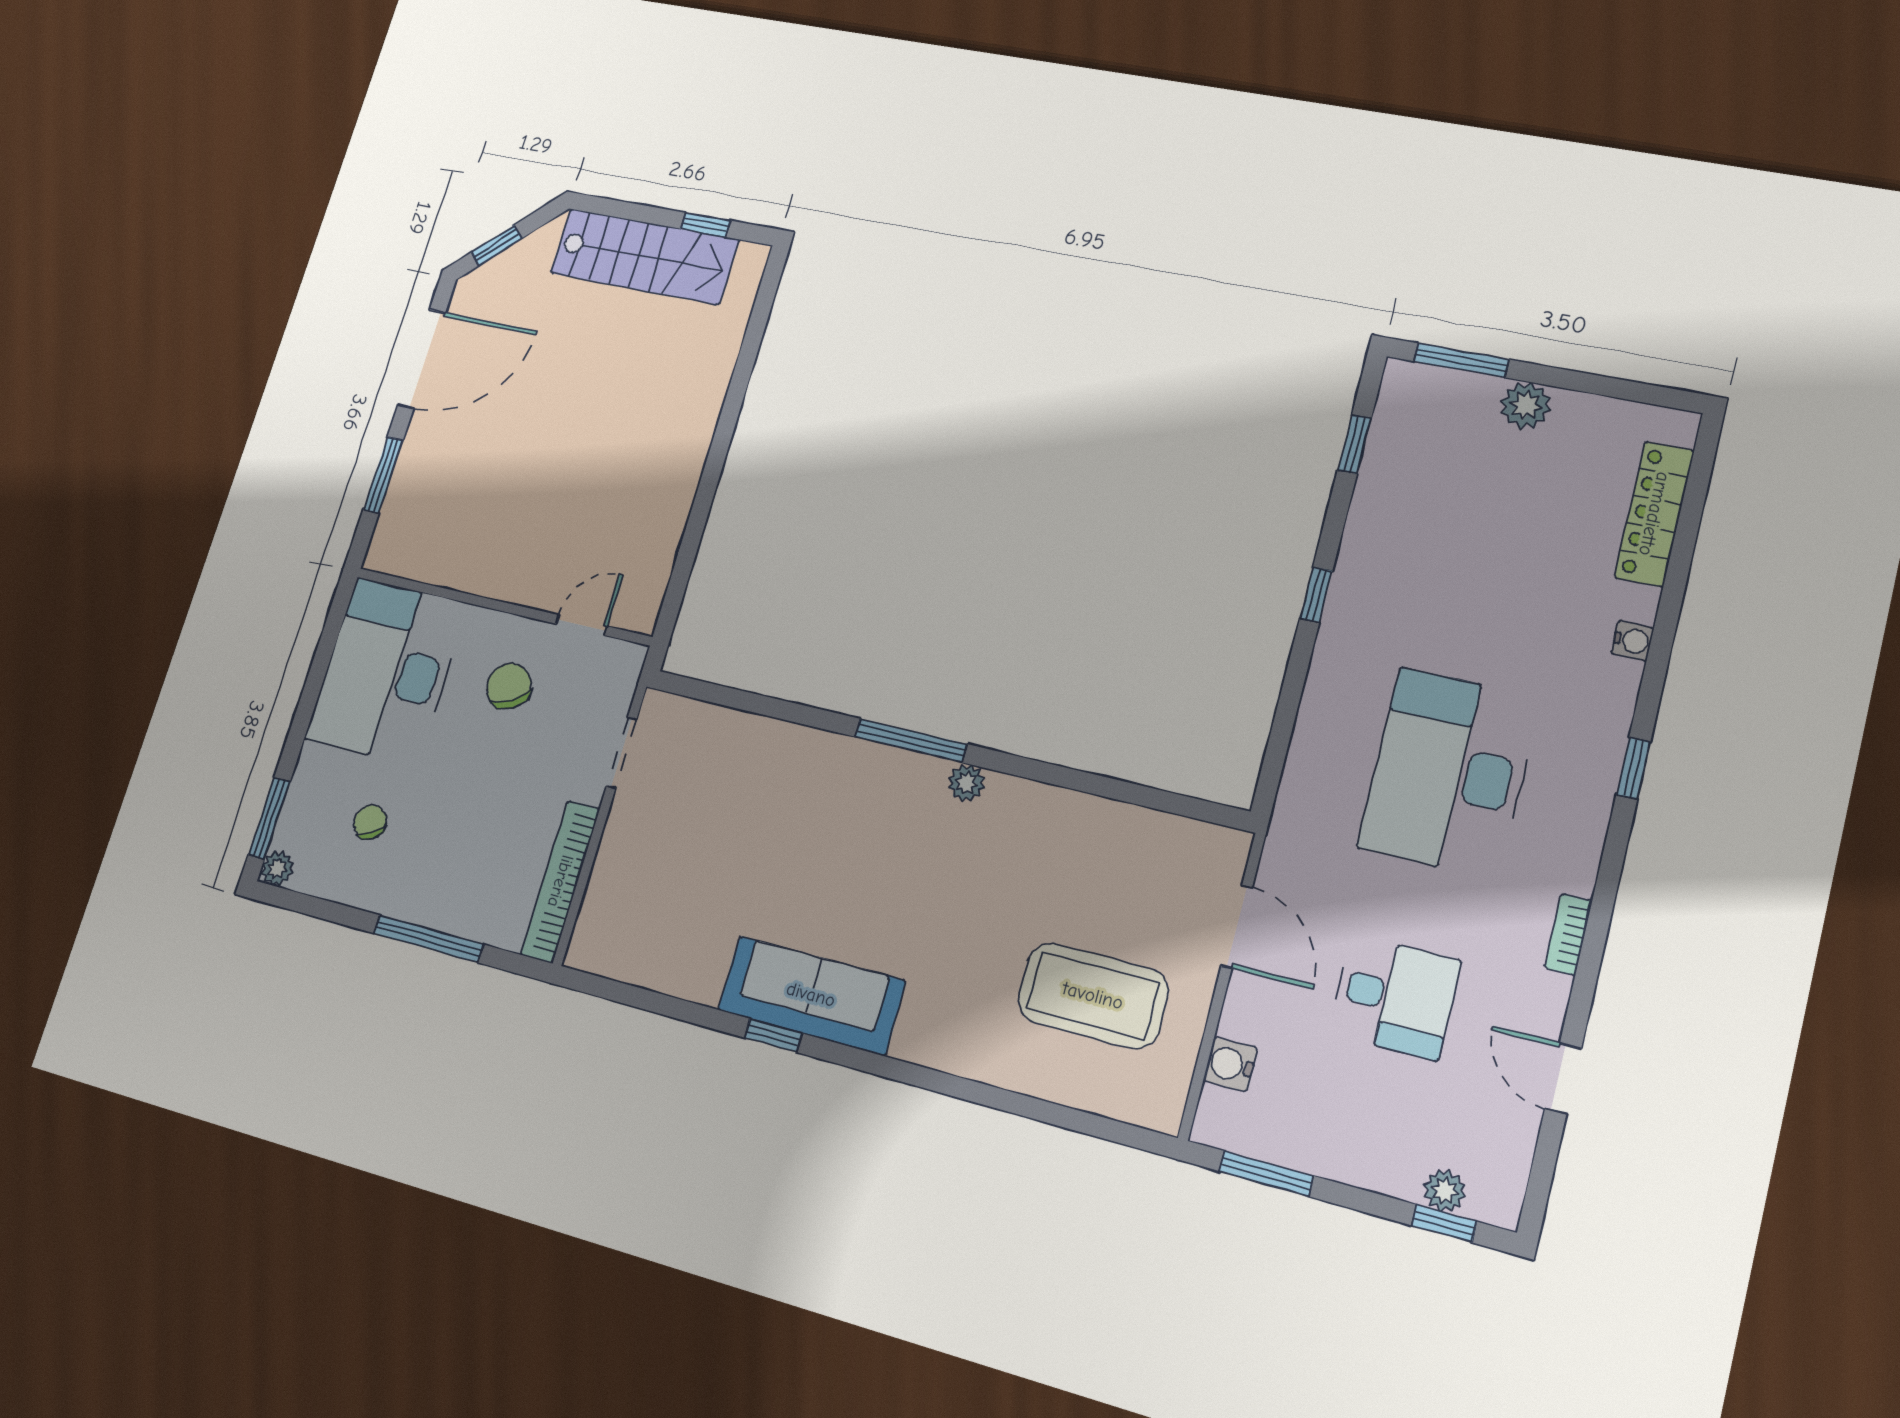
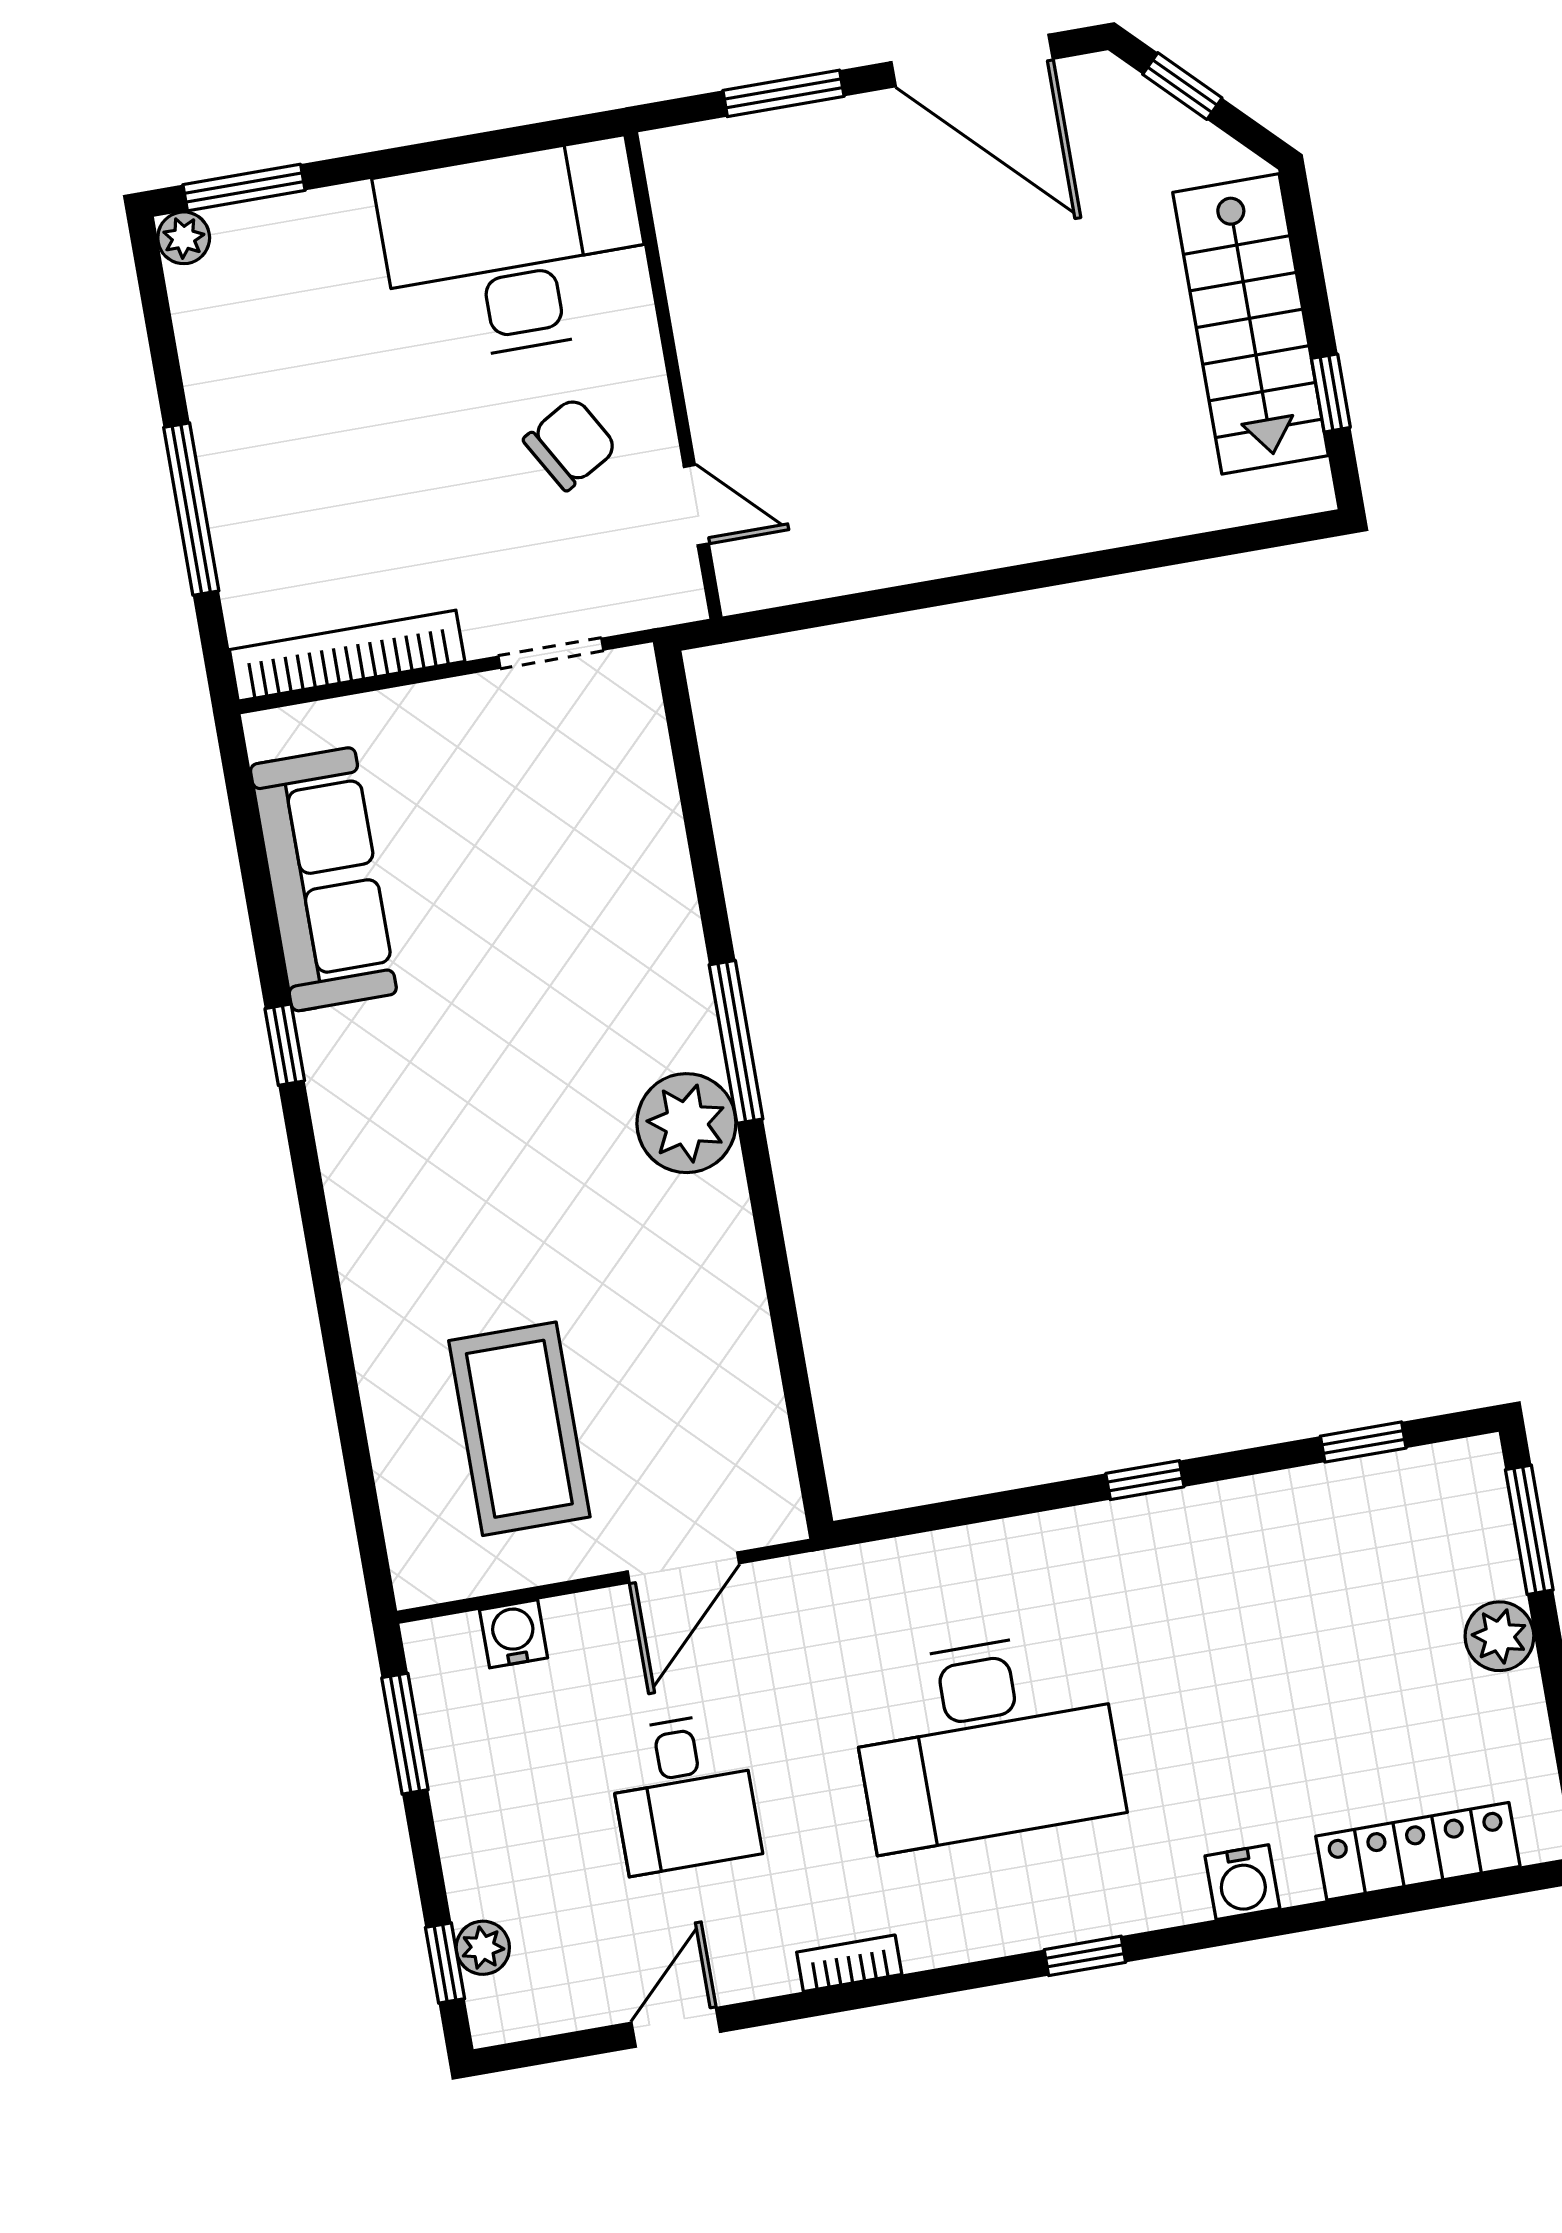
water cooler: (1633, 641) -> (1242, 1882), width x1.38, depth x1.38
desk: (1449, 772) -> (986, 1740), turned 180
plant: (966, 783) -> (686, 1123), width x1.88, depth x1.88
chair: (370, 822) -> (304, 341), removed
sofa: (811, 995) -> (323, 879), moved

